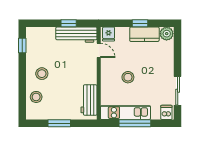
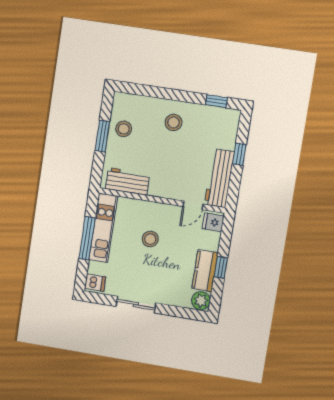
window: (69, 23) -> (239, 154), moved
sliding door: (178, 91) -> (136, 305), moved
stool: (36, 97) -> (124, 129), moved

